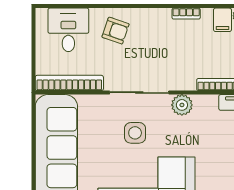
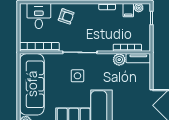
plant: (182, 105) -> (119, 60), moved

